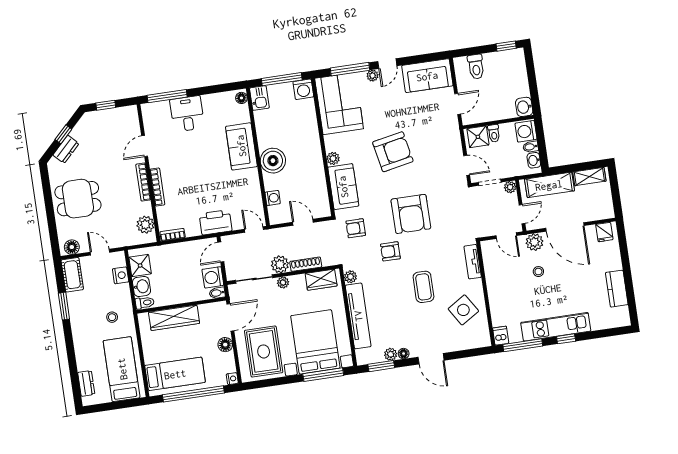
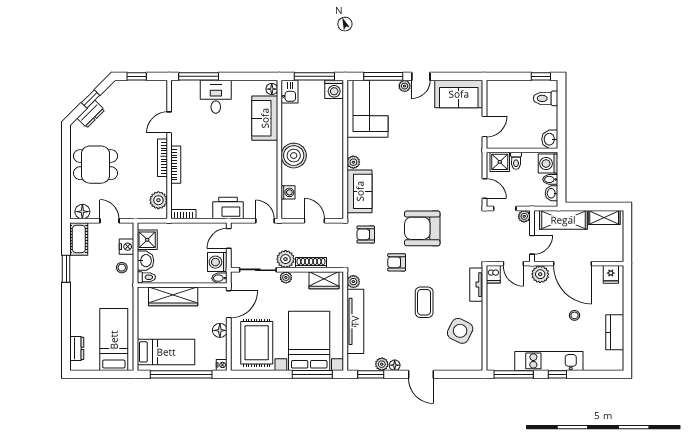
toilet: (476, 67) -> (546, 98), moved, turned 90
sofa: (241, 146) -> (265, 118), moved
armchair: (393, 152) -> (414, 164), removed
armchair: (411, 214) -> (422, 228), turned 90
stool: (538, 272) -> (574, 315), moved
side table: (463, 310) -> (460, 331), turned -32
stool: (112, 317) -> (122, 268), moved
dishwasher: (501, 336) -> (493, 274), moved, turned 180

